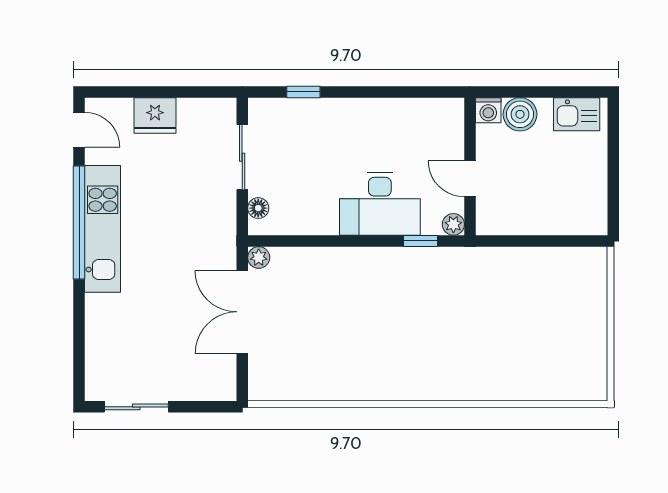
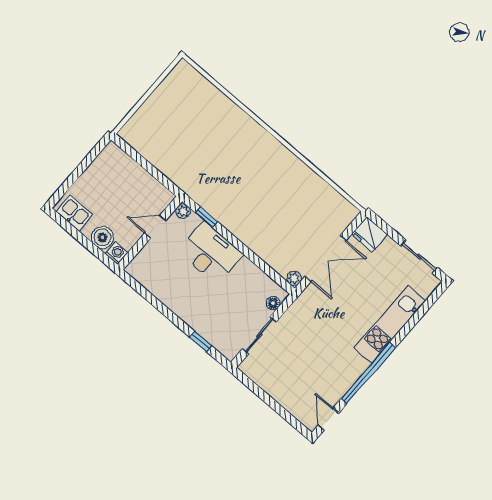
fridge: (155, 115) -> (369, 234), moved, turned 180
door: (470, 179) -> (155, 227), swing flipped
kitchen unit: (103, 229) -> (390, 324), moved

